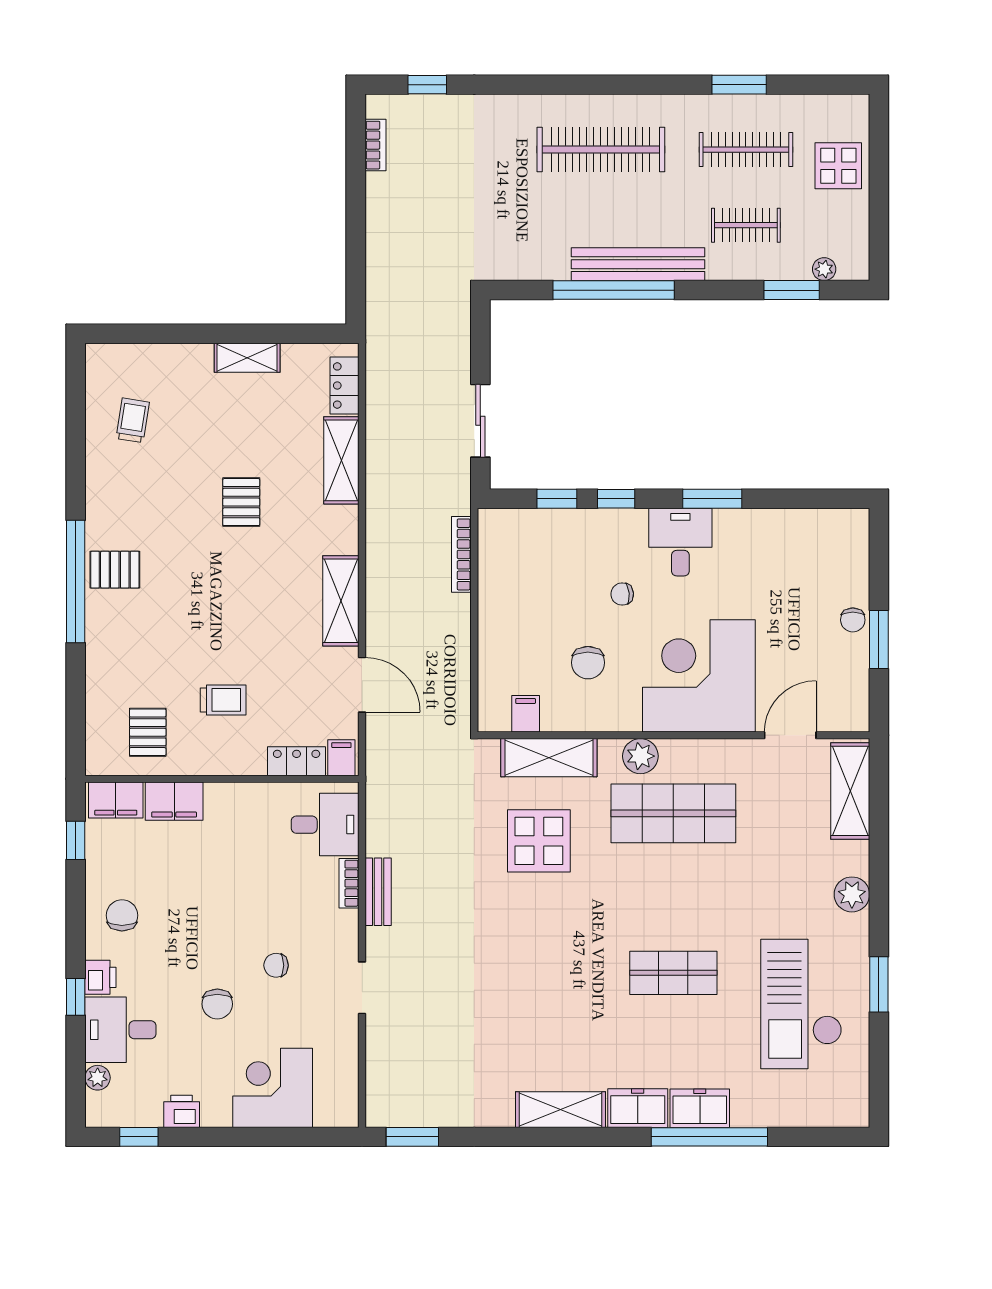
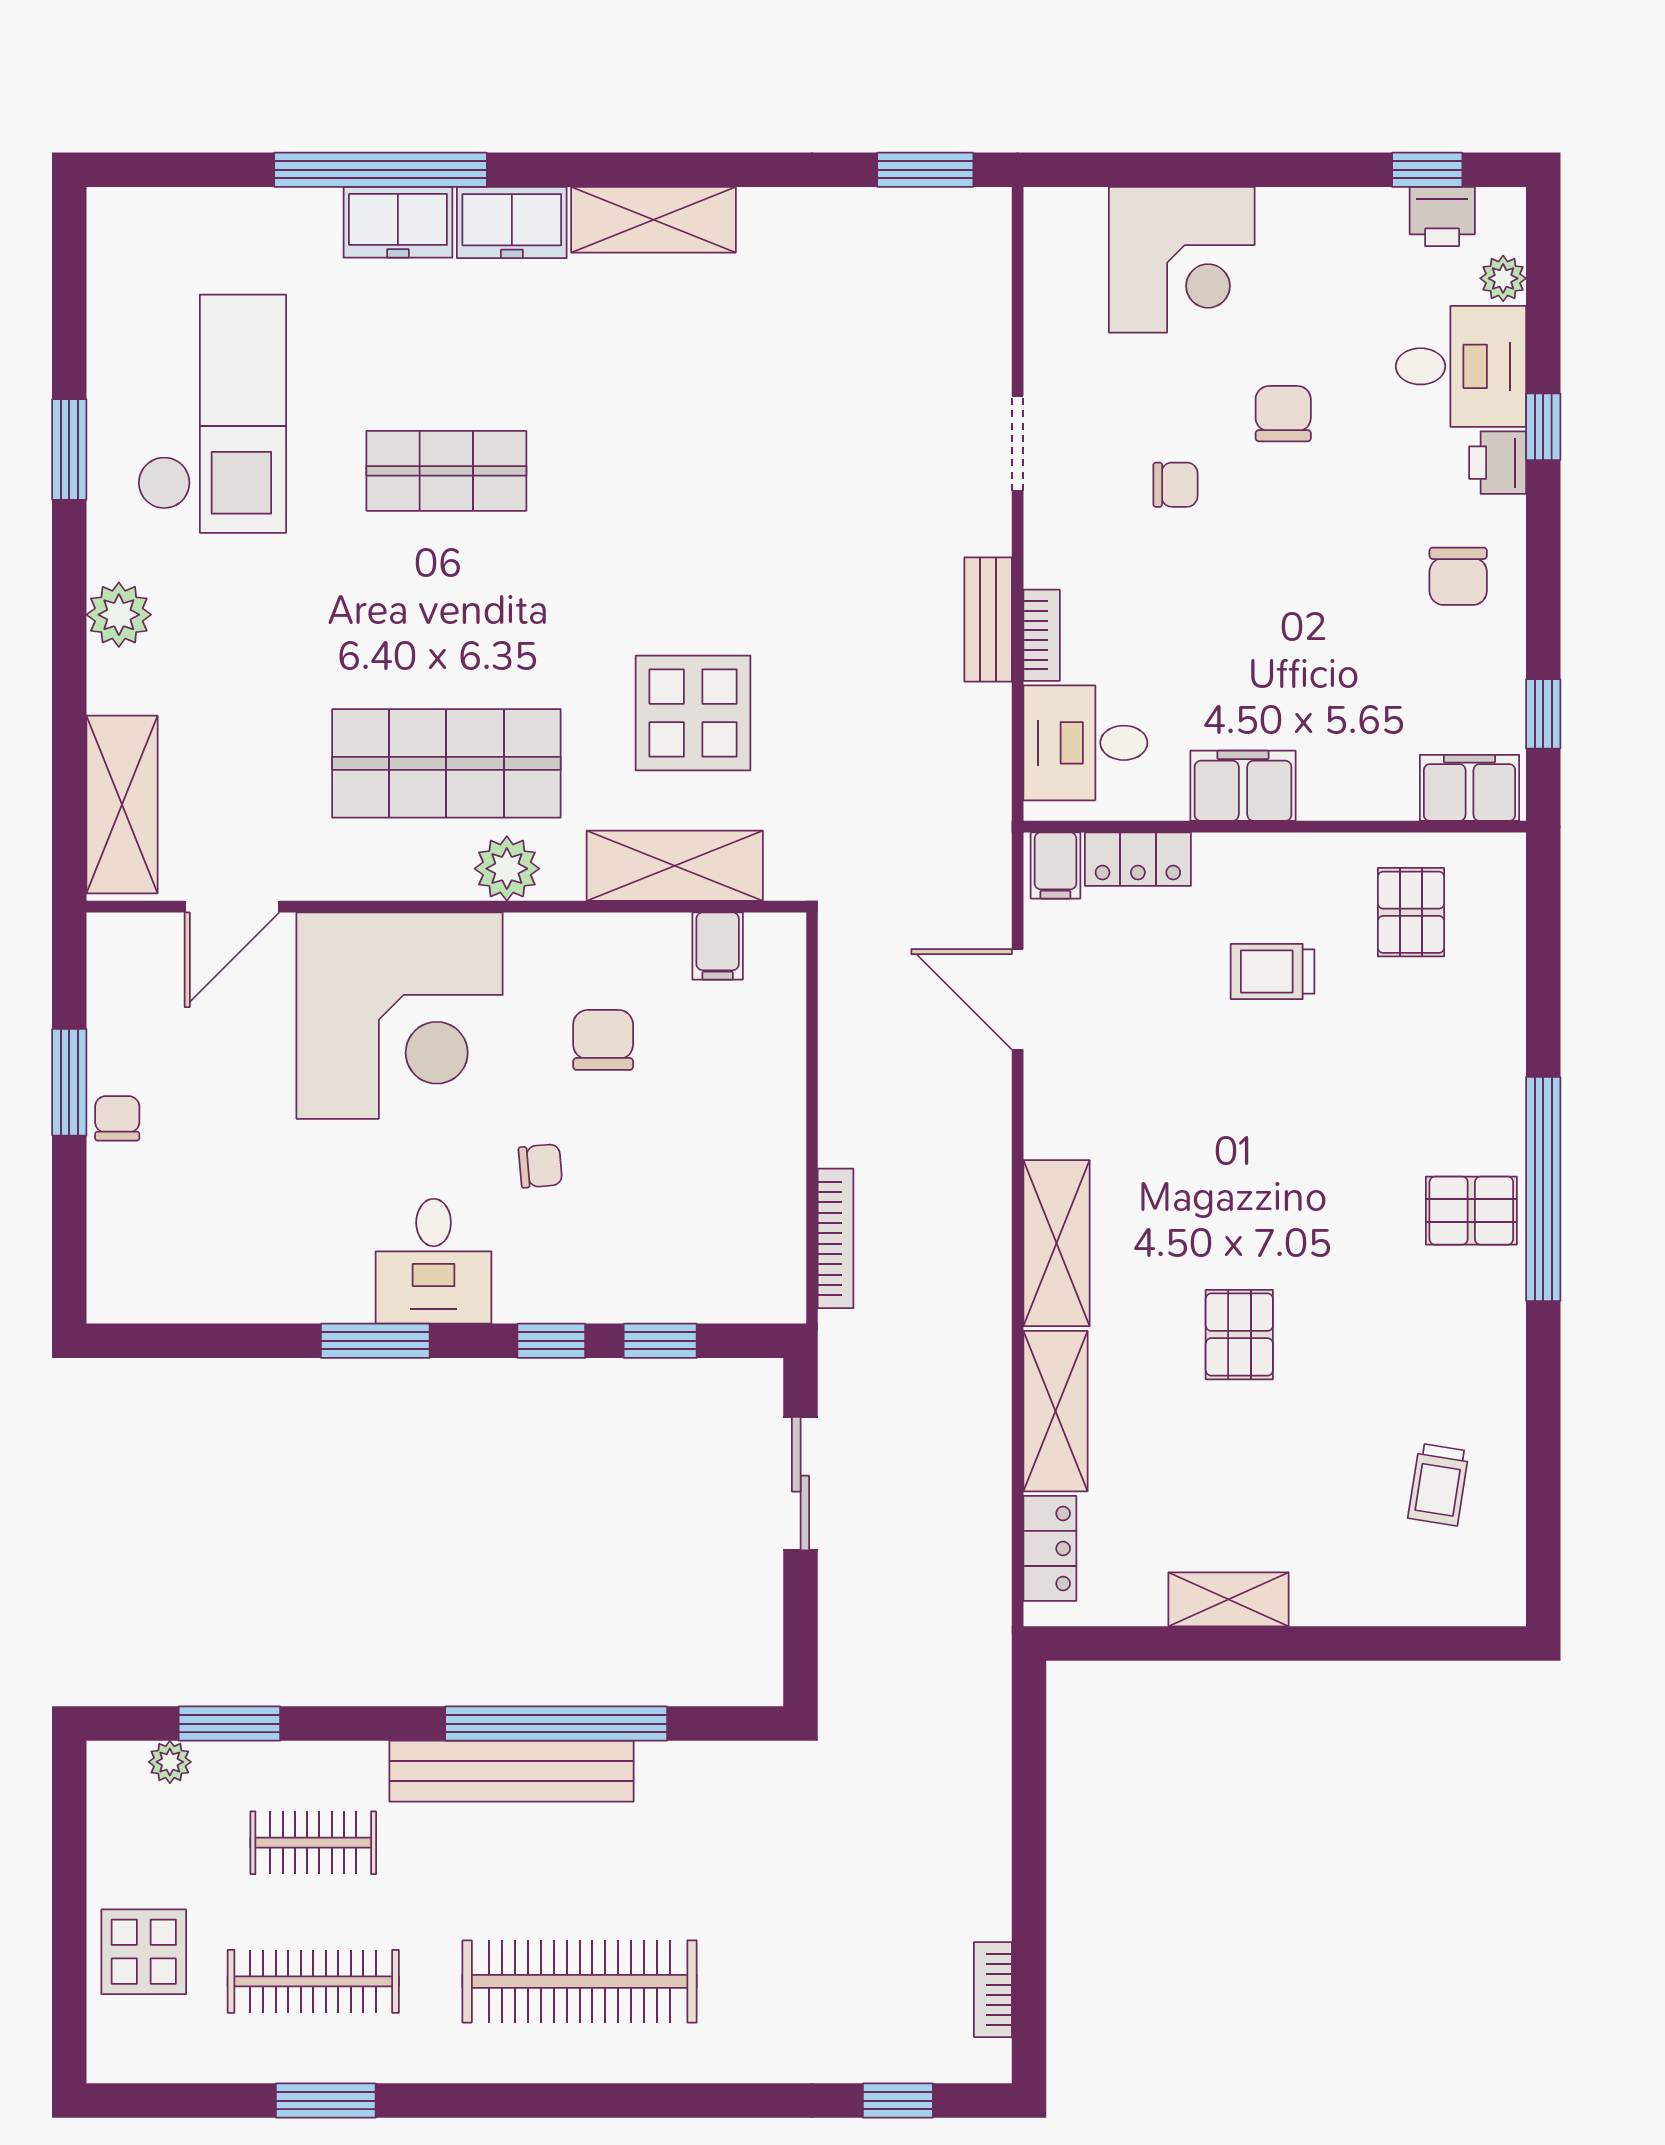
shelving: (341, 601) -> (1057, 1243), moved
filing cabinet: (174, 801) -> (1243, 786), moved
printer: (182, 1111) -> (1442, 217), moved

